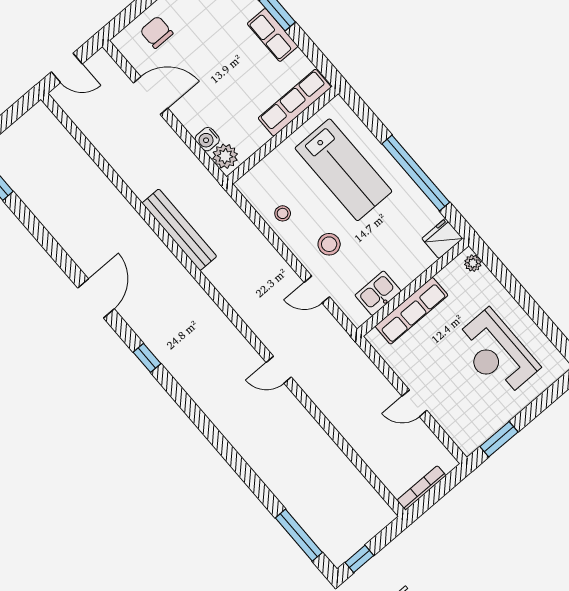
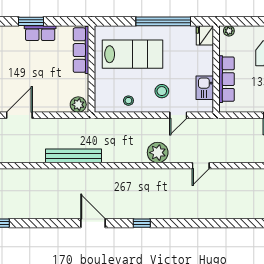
water cooler: (207, 139) -> (63, 106), removed
bench: (179, 230) -> (73, 156), moved
plant: (250, 303) -> (158, 153), added

